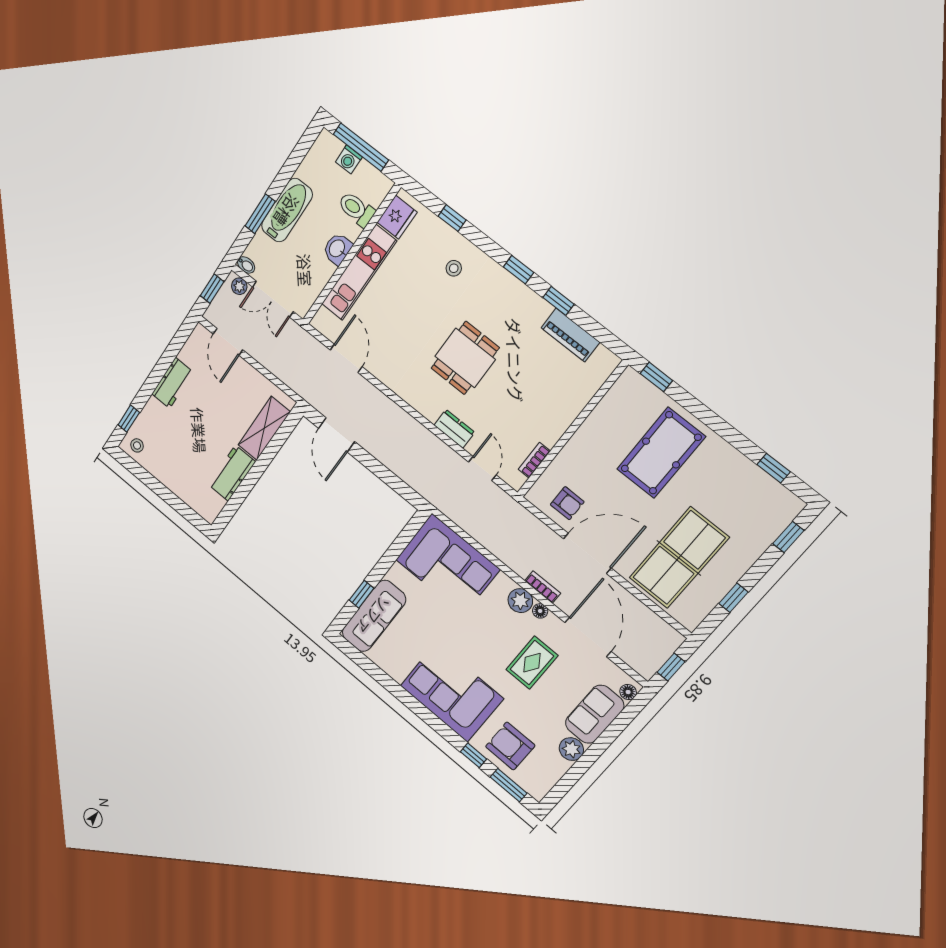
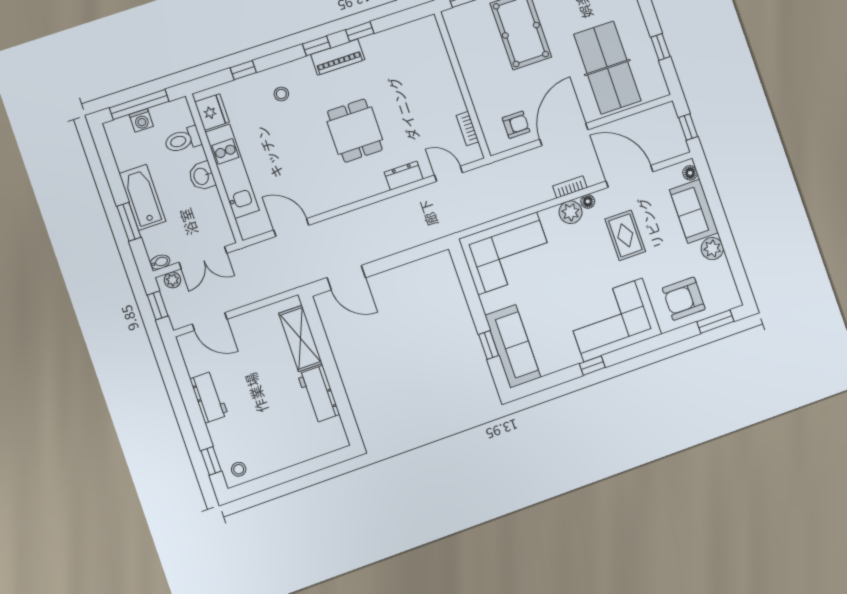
piano: (570, 335) -> (338, 57), moved
window: (473, 755) -> (592, 366), moved

